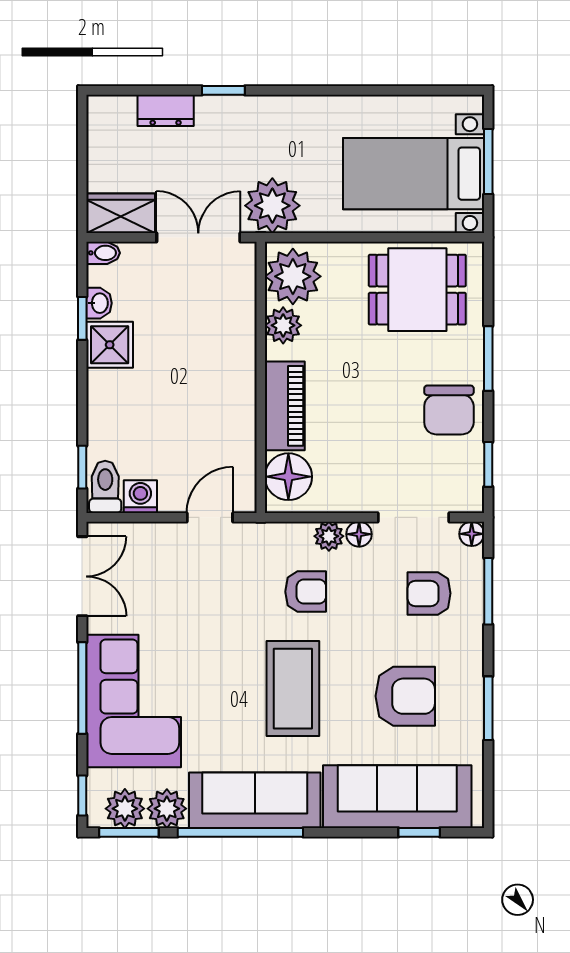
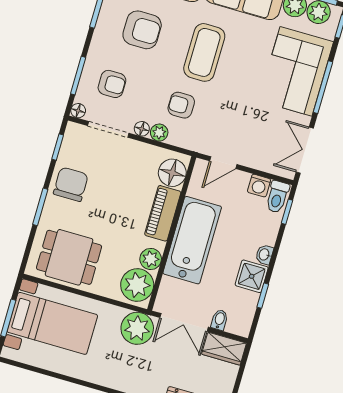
bidet: (103, 253) -> (219, 320), moved, turned 90
washbasin: (99, 303) -> (264, 255), moved
bathtub: (224, 376) -> (192, 240), added
armchair: (405, 696) -> (142, 30), turned 180

